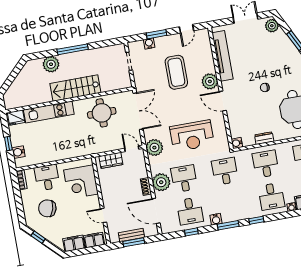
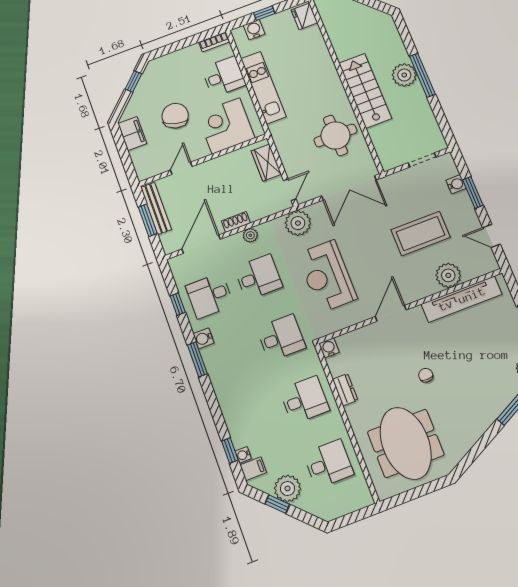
plant: (51, 64) -> (404, 75), moved
plant: (210, 81) -> (448, 275), moved
kitchen unit: (49, 112) -> (263, 88), moved, turned 180
plant: (161, 182) -> (250, 235), width x0.53, depth x0.53
desk: (271, 196) -> (255, 419), removed
chair: (47, 208) -> (175, 116), moved
window: (256, 220) -> (230, 451), moved
bench: (131, 235) -> (156, 208), width x1.36
filing cabinet: (94, 240) -> (142, 162), removed

